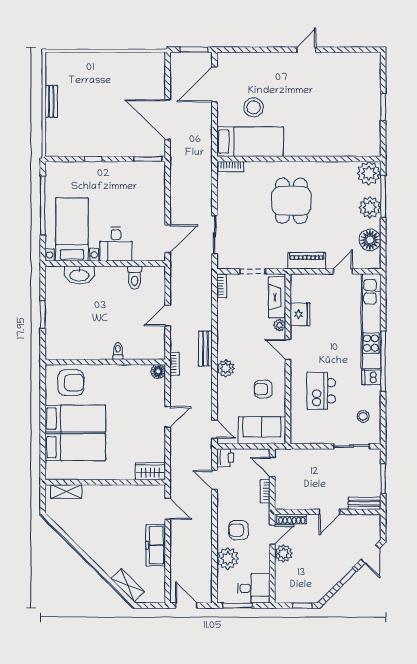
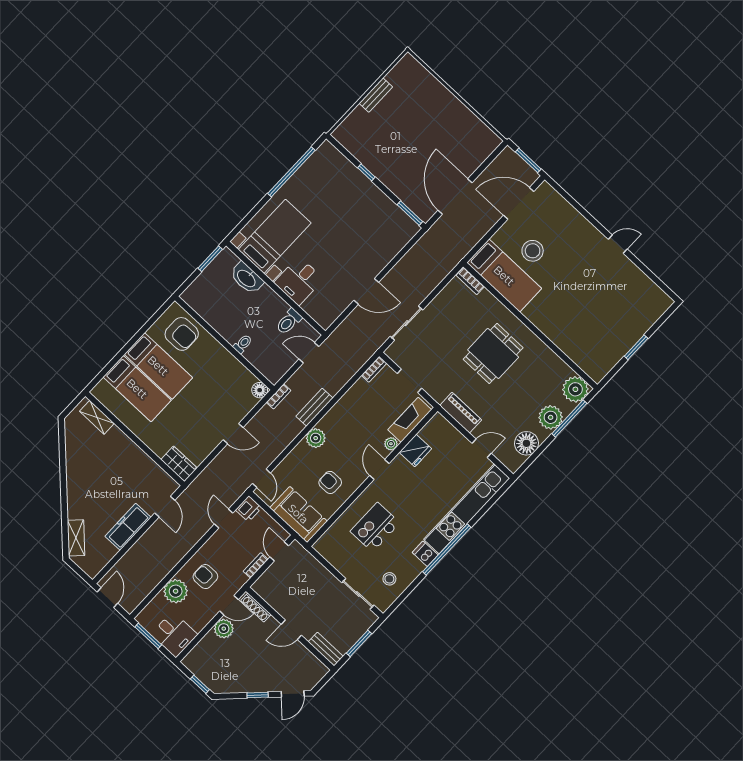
bed with nightstands: (72, 229) -> (275, 236), moved
desk: (116, 244) -> (299, 281), moved
wall: (105, 264) -> (276, 288), moved
washbasin: (79, 275) -> (247, 278), moved
toilet: (135, 278) -> (289, 321), moved

